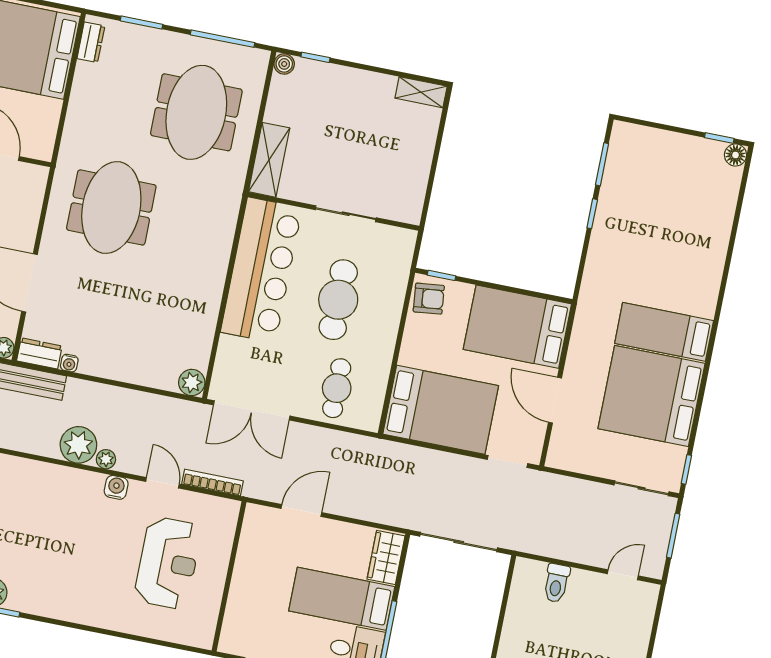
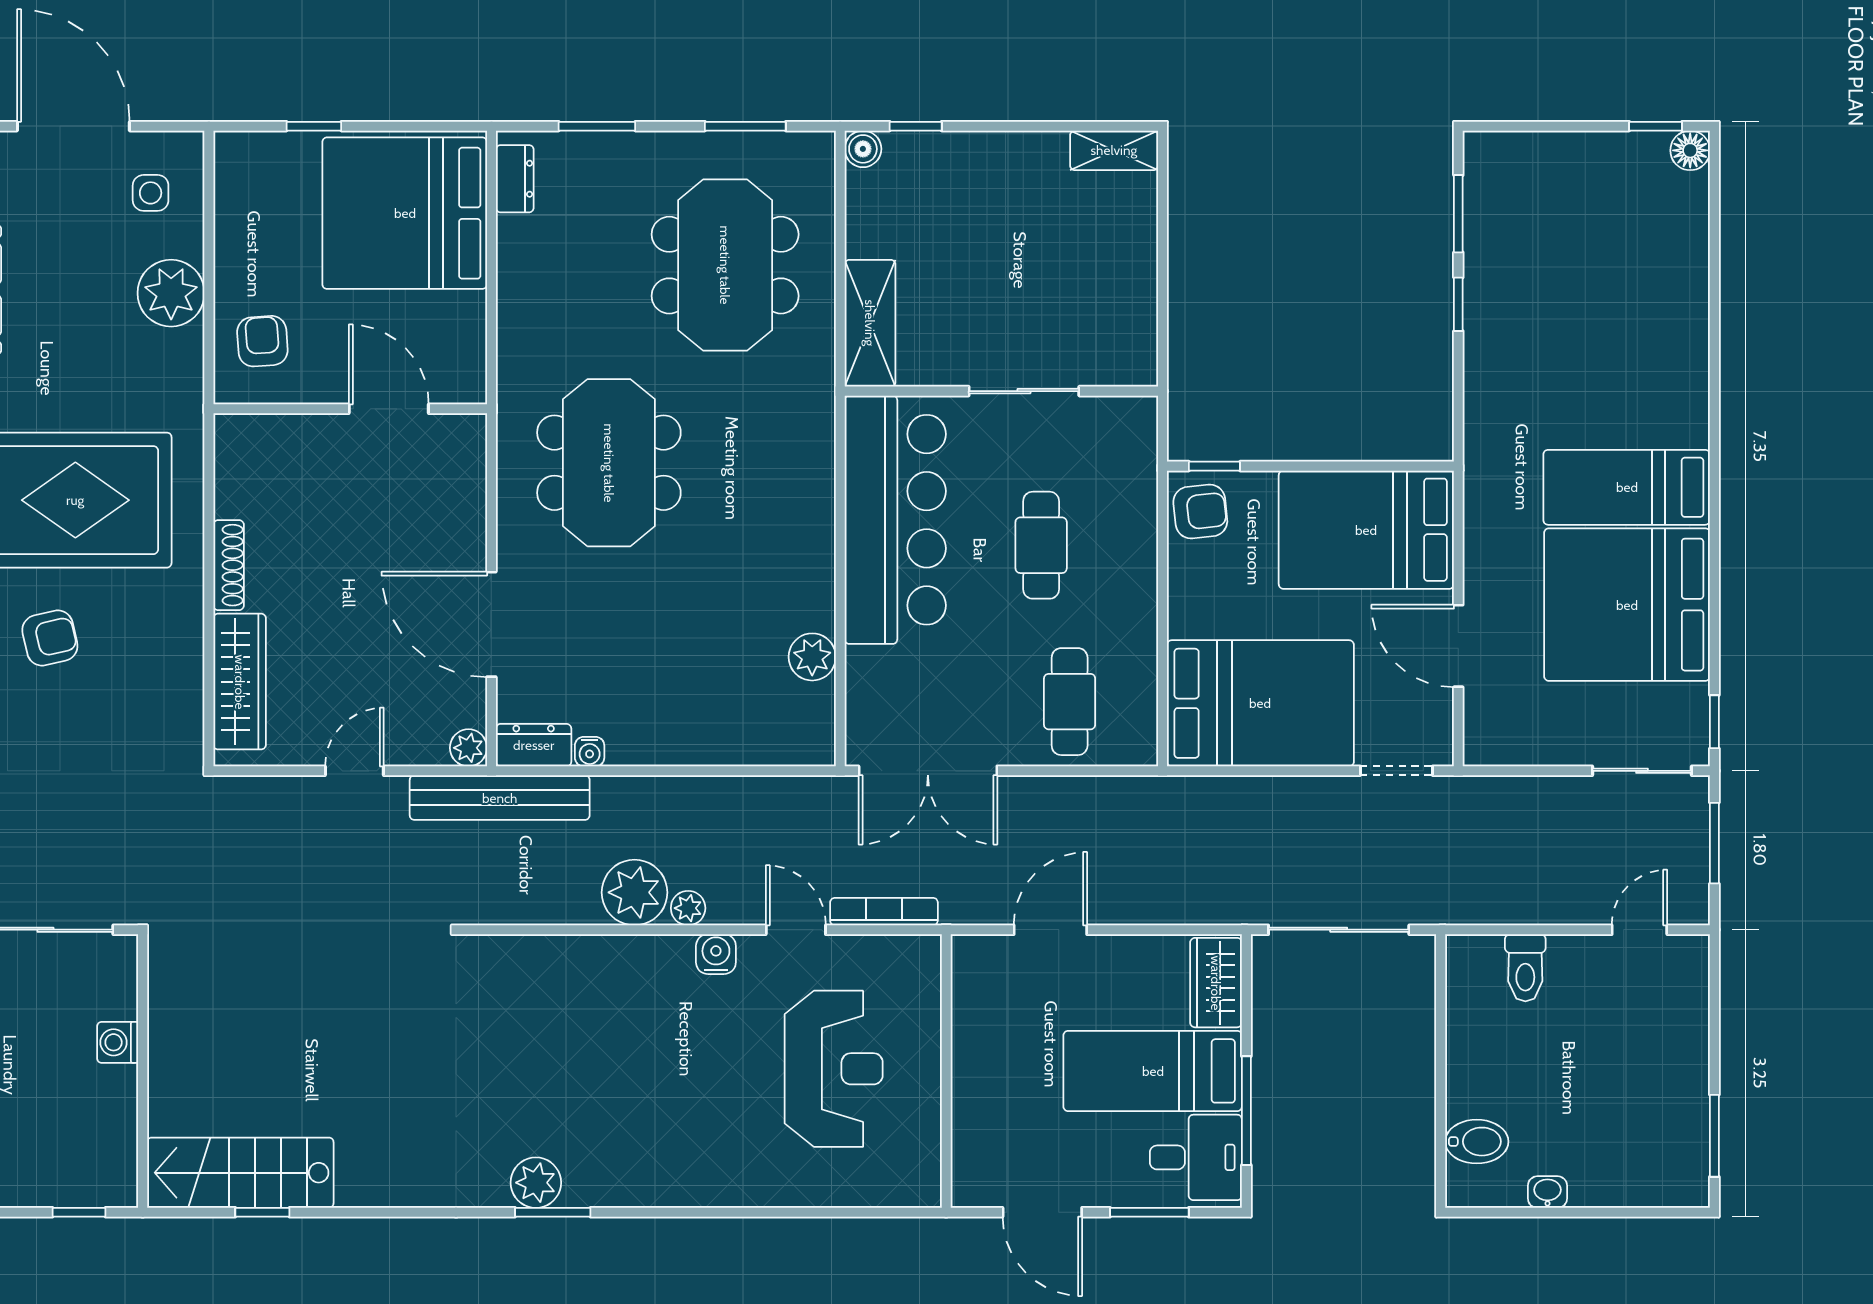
window: (222, 39) -> (745, 126), width x0.69
cafe table: (338, 300) -> (1041, 545), width x0.73, depth x0.74
plant: (192, 383) -> (812, 657), moved

